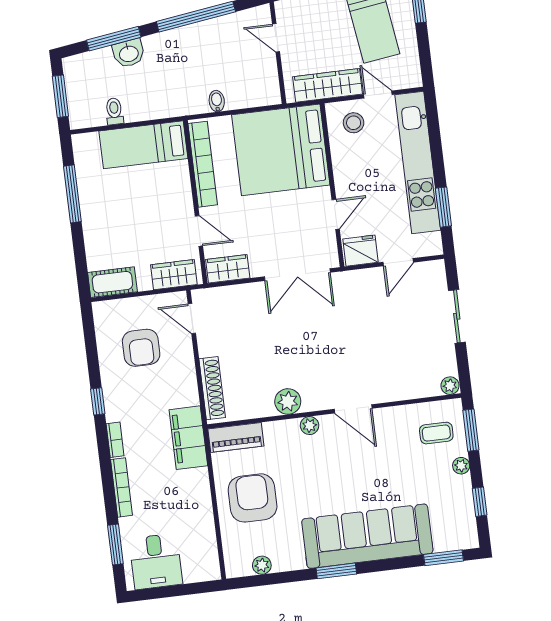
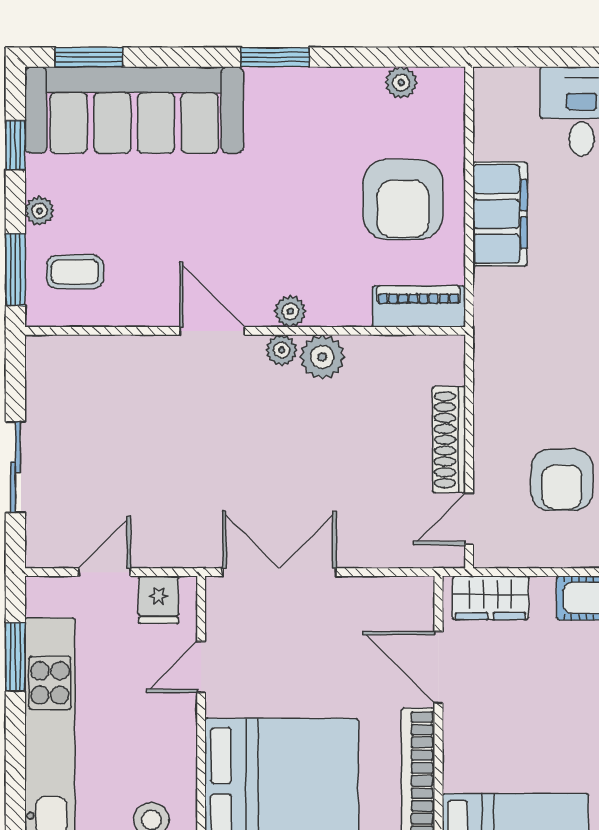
door: (199, 231) -> (438, 667), width x1.38
fridge: (361, 251) -> (159, 600), width x0.72
wardrobe: (228, 269) -> (397, 597), removed
door: (192, 319) -> (469, 519), swing flipped
armchair: (141, 348) -> (562, 480), turned 180
plant: (450, 386) -> (282, 350), moved
shoe rack: (212, 388) -> (449, 440), moved
filing cabinet: (188, 438) -> (500, 214), moved
sofa: (367, 536) -> (134, 110), moved

